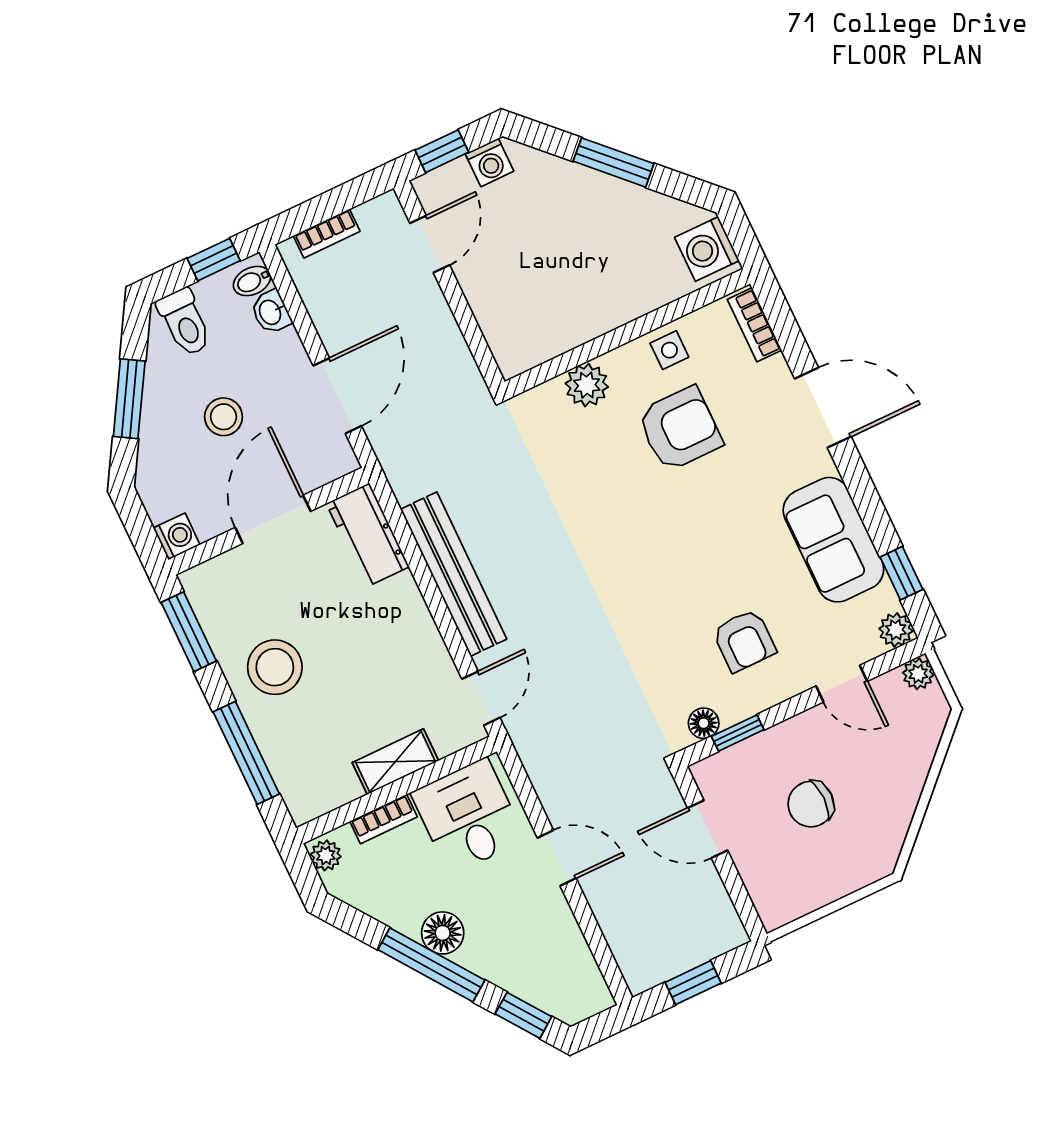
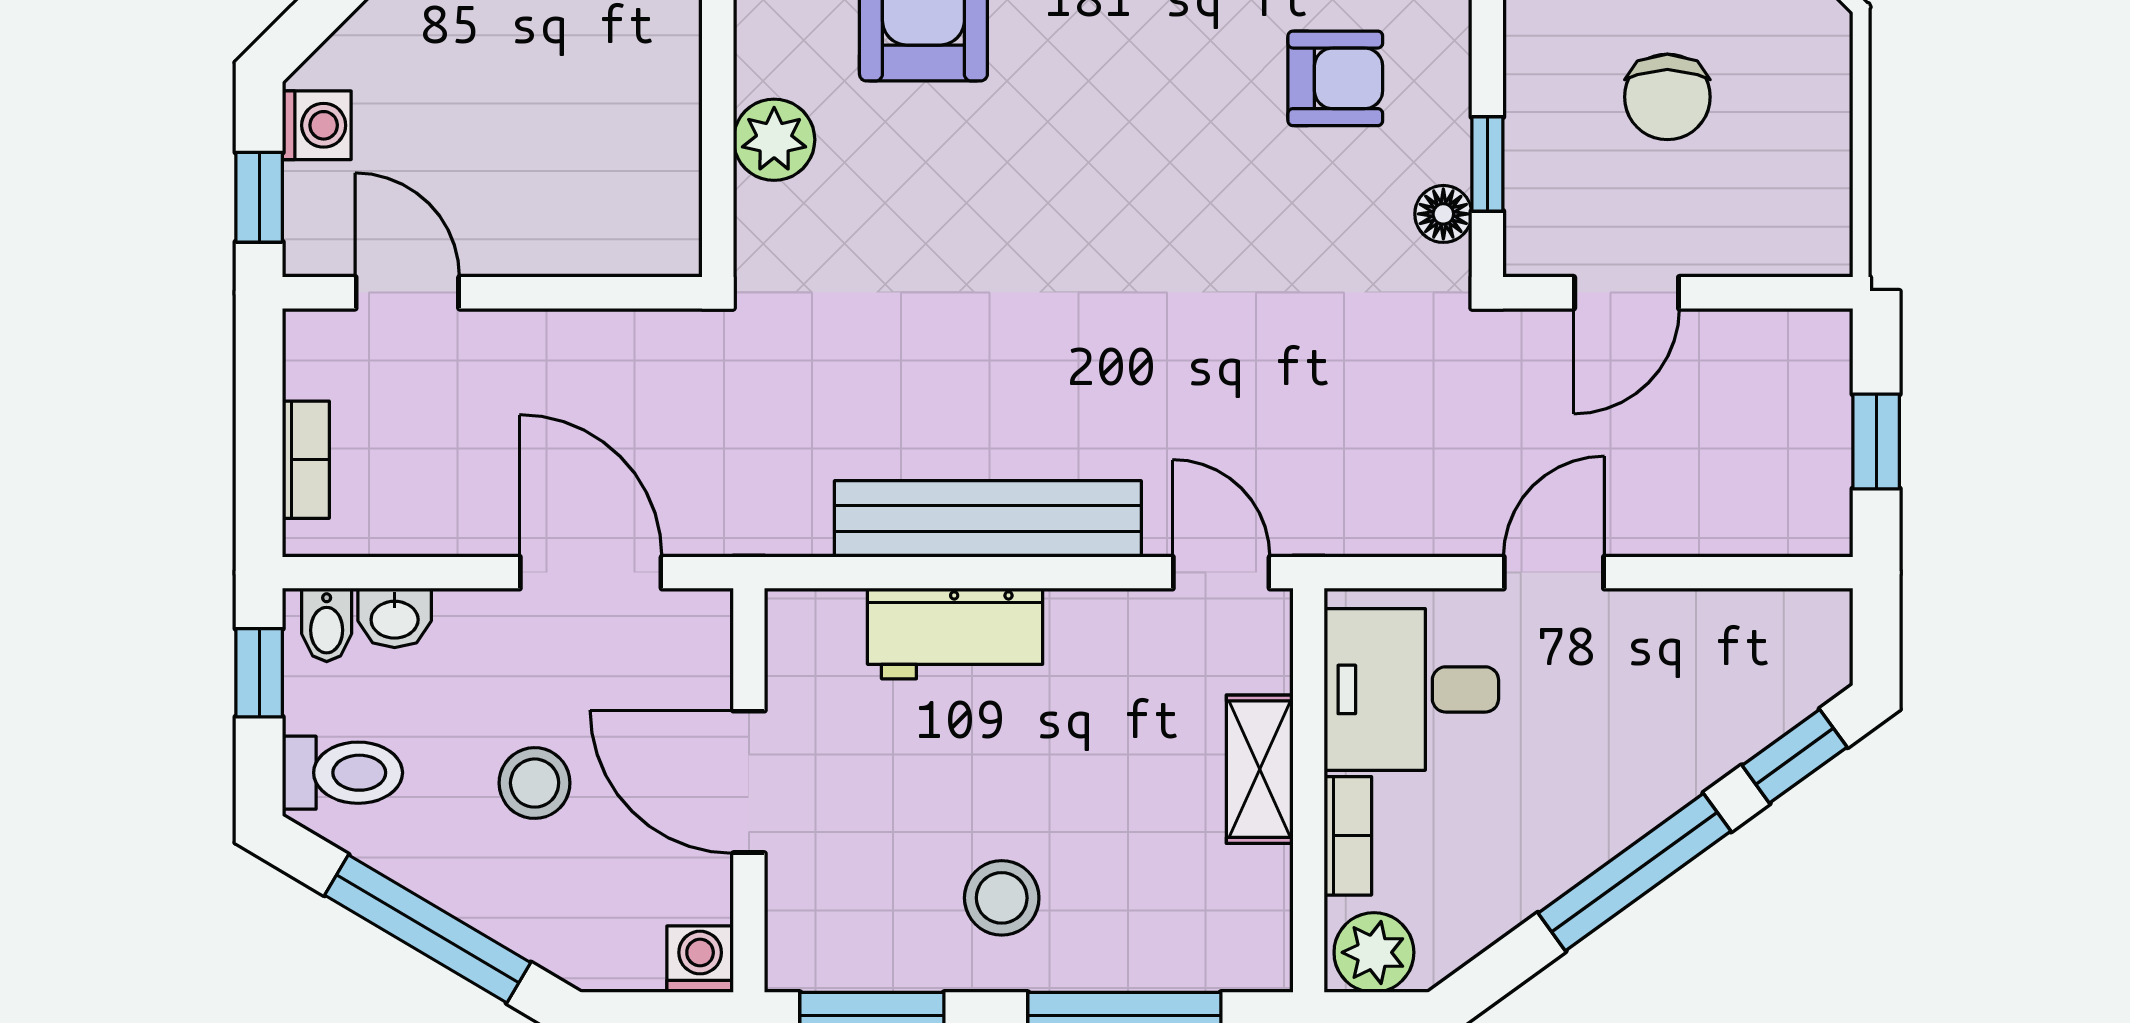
window: (129, 399) -> (428, 929), width x1.44
workbench: (368, 535) -> (955, 633), moved
stool: (275, 667) -> (1002, 898), width x0.73, depth x0.73
plant: (326, 855) -> (1374, 952), width x1.38, depth x1.38
floor lamp: (443, 933) -> (1589, 827), removed

